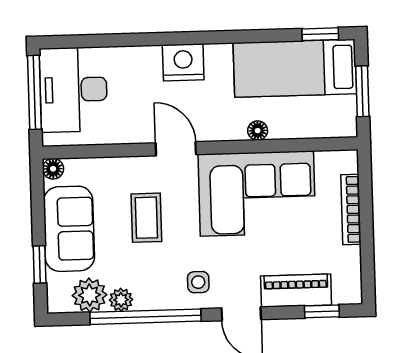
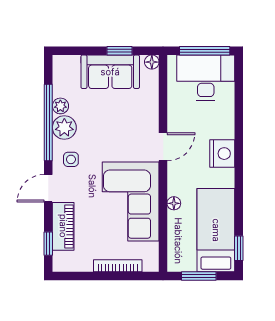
coffee table: (146, 218) -> (116, 125), removed
window: (40, 265) -> (120, 51), moved
plant: (89, 295) -> (64, 128), moved

